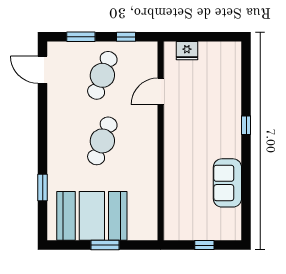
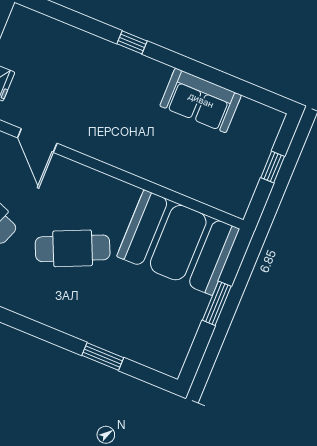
cafe table: (102, 141) -> (73, 248), turned -45
booth: (92, 216) -> (178, 243), moved, turned 90

